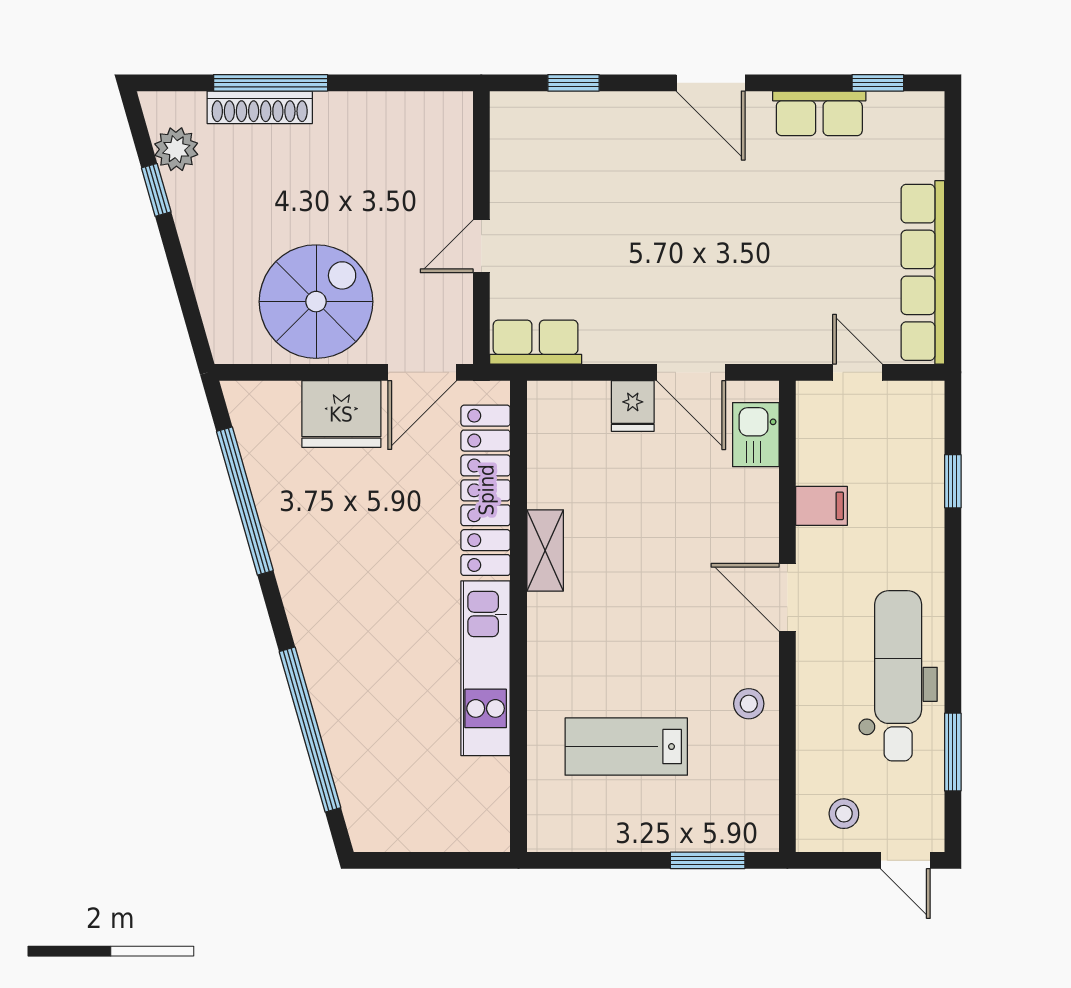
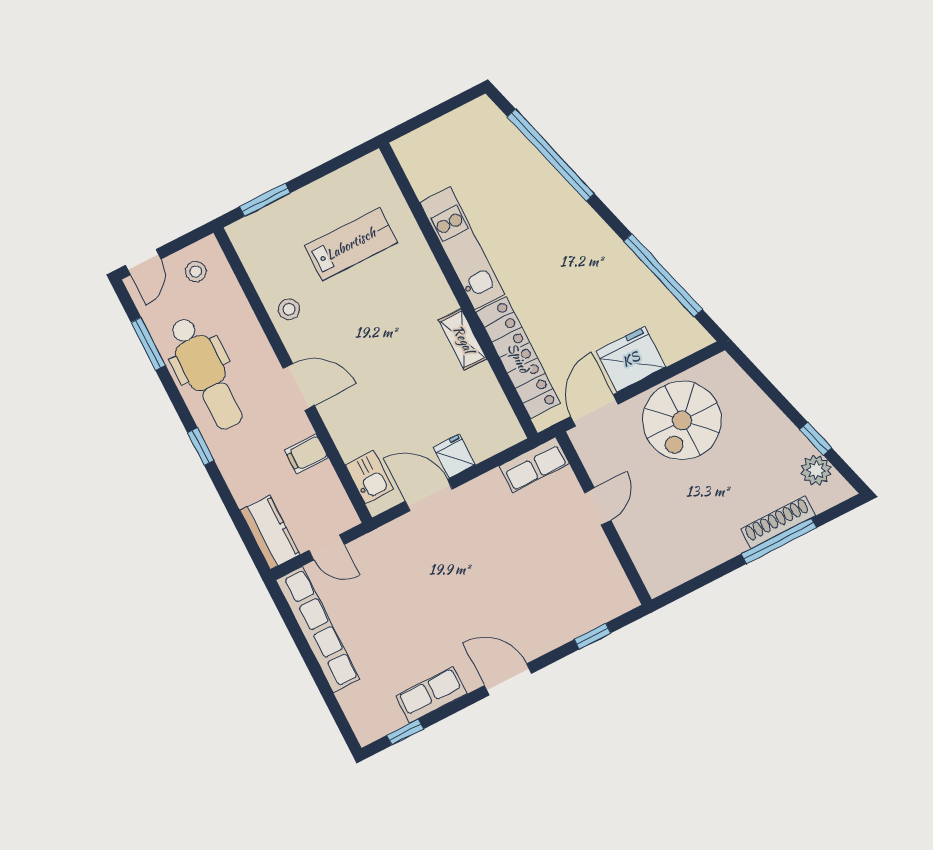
kitchen counter: (920, 429) -> (270, 532), added
window: (953, 481) -> (201, 447), moved
door: (905, 860) -> (143, 262), swing flipped

